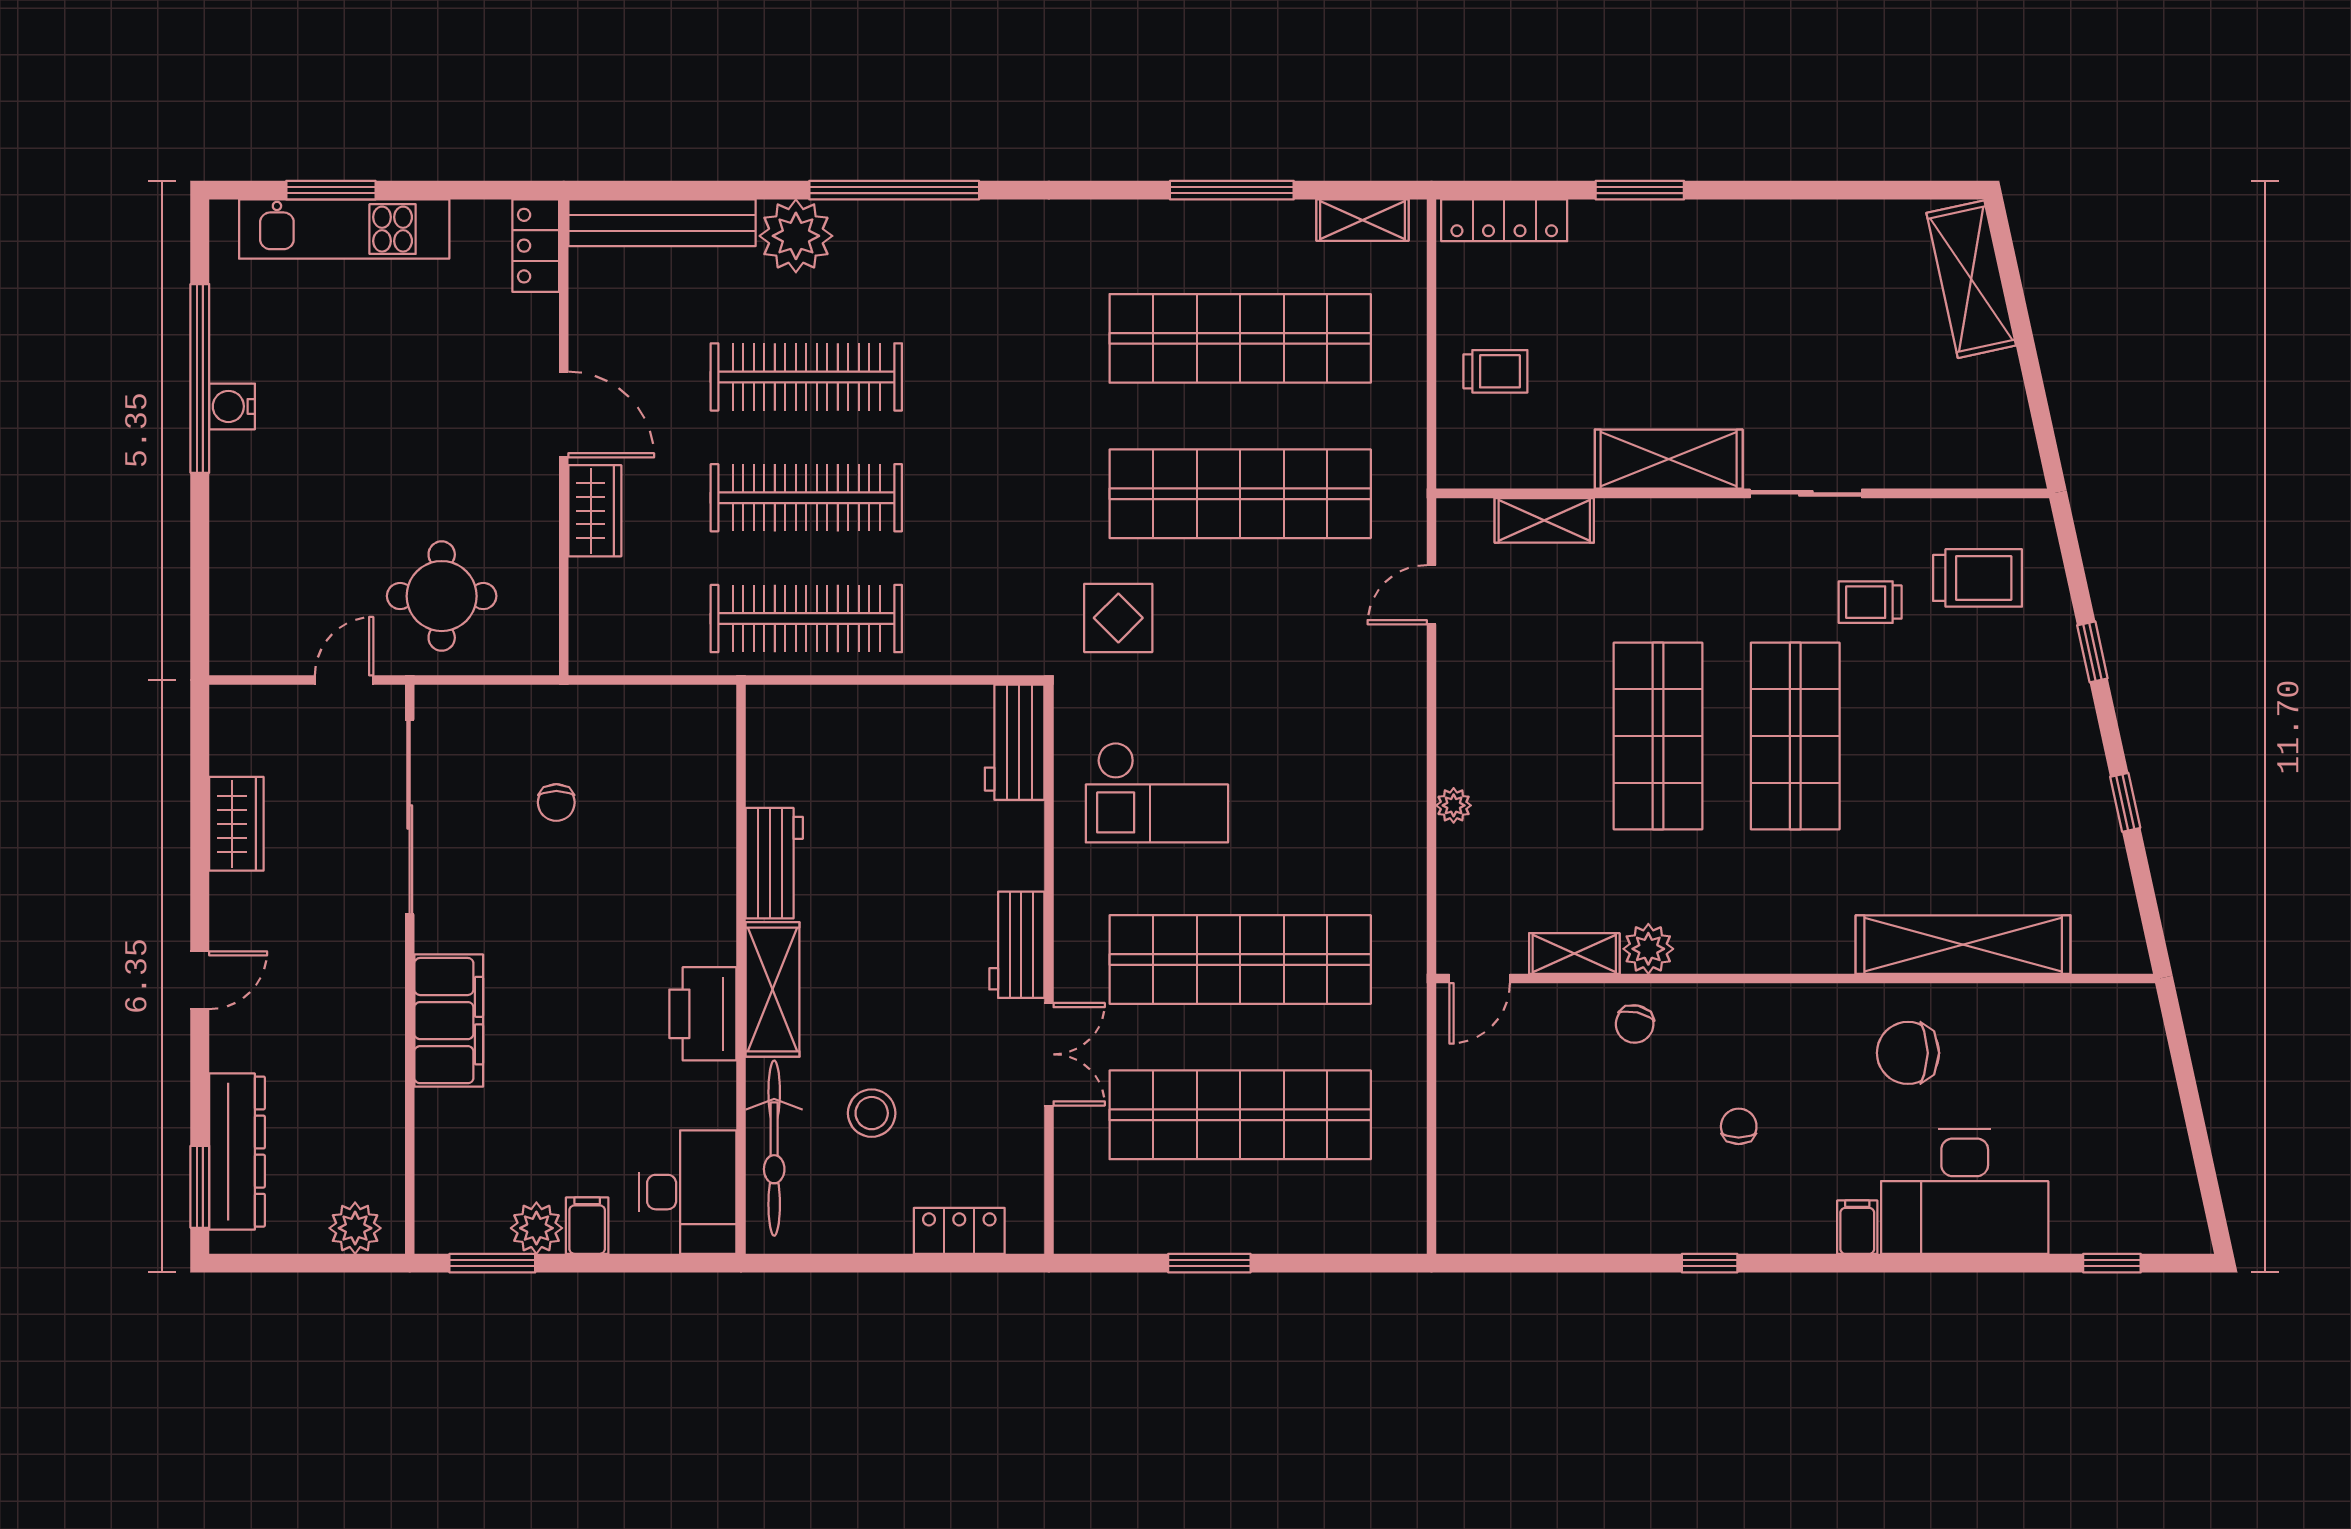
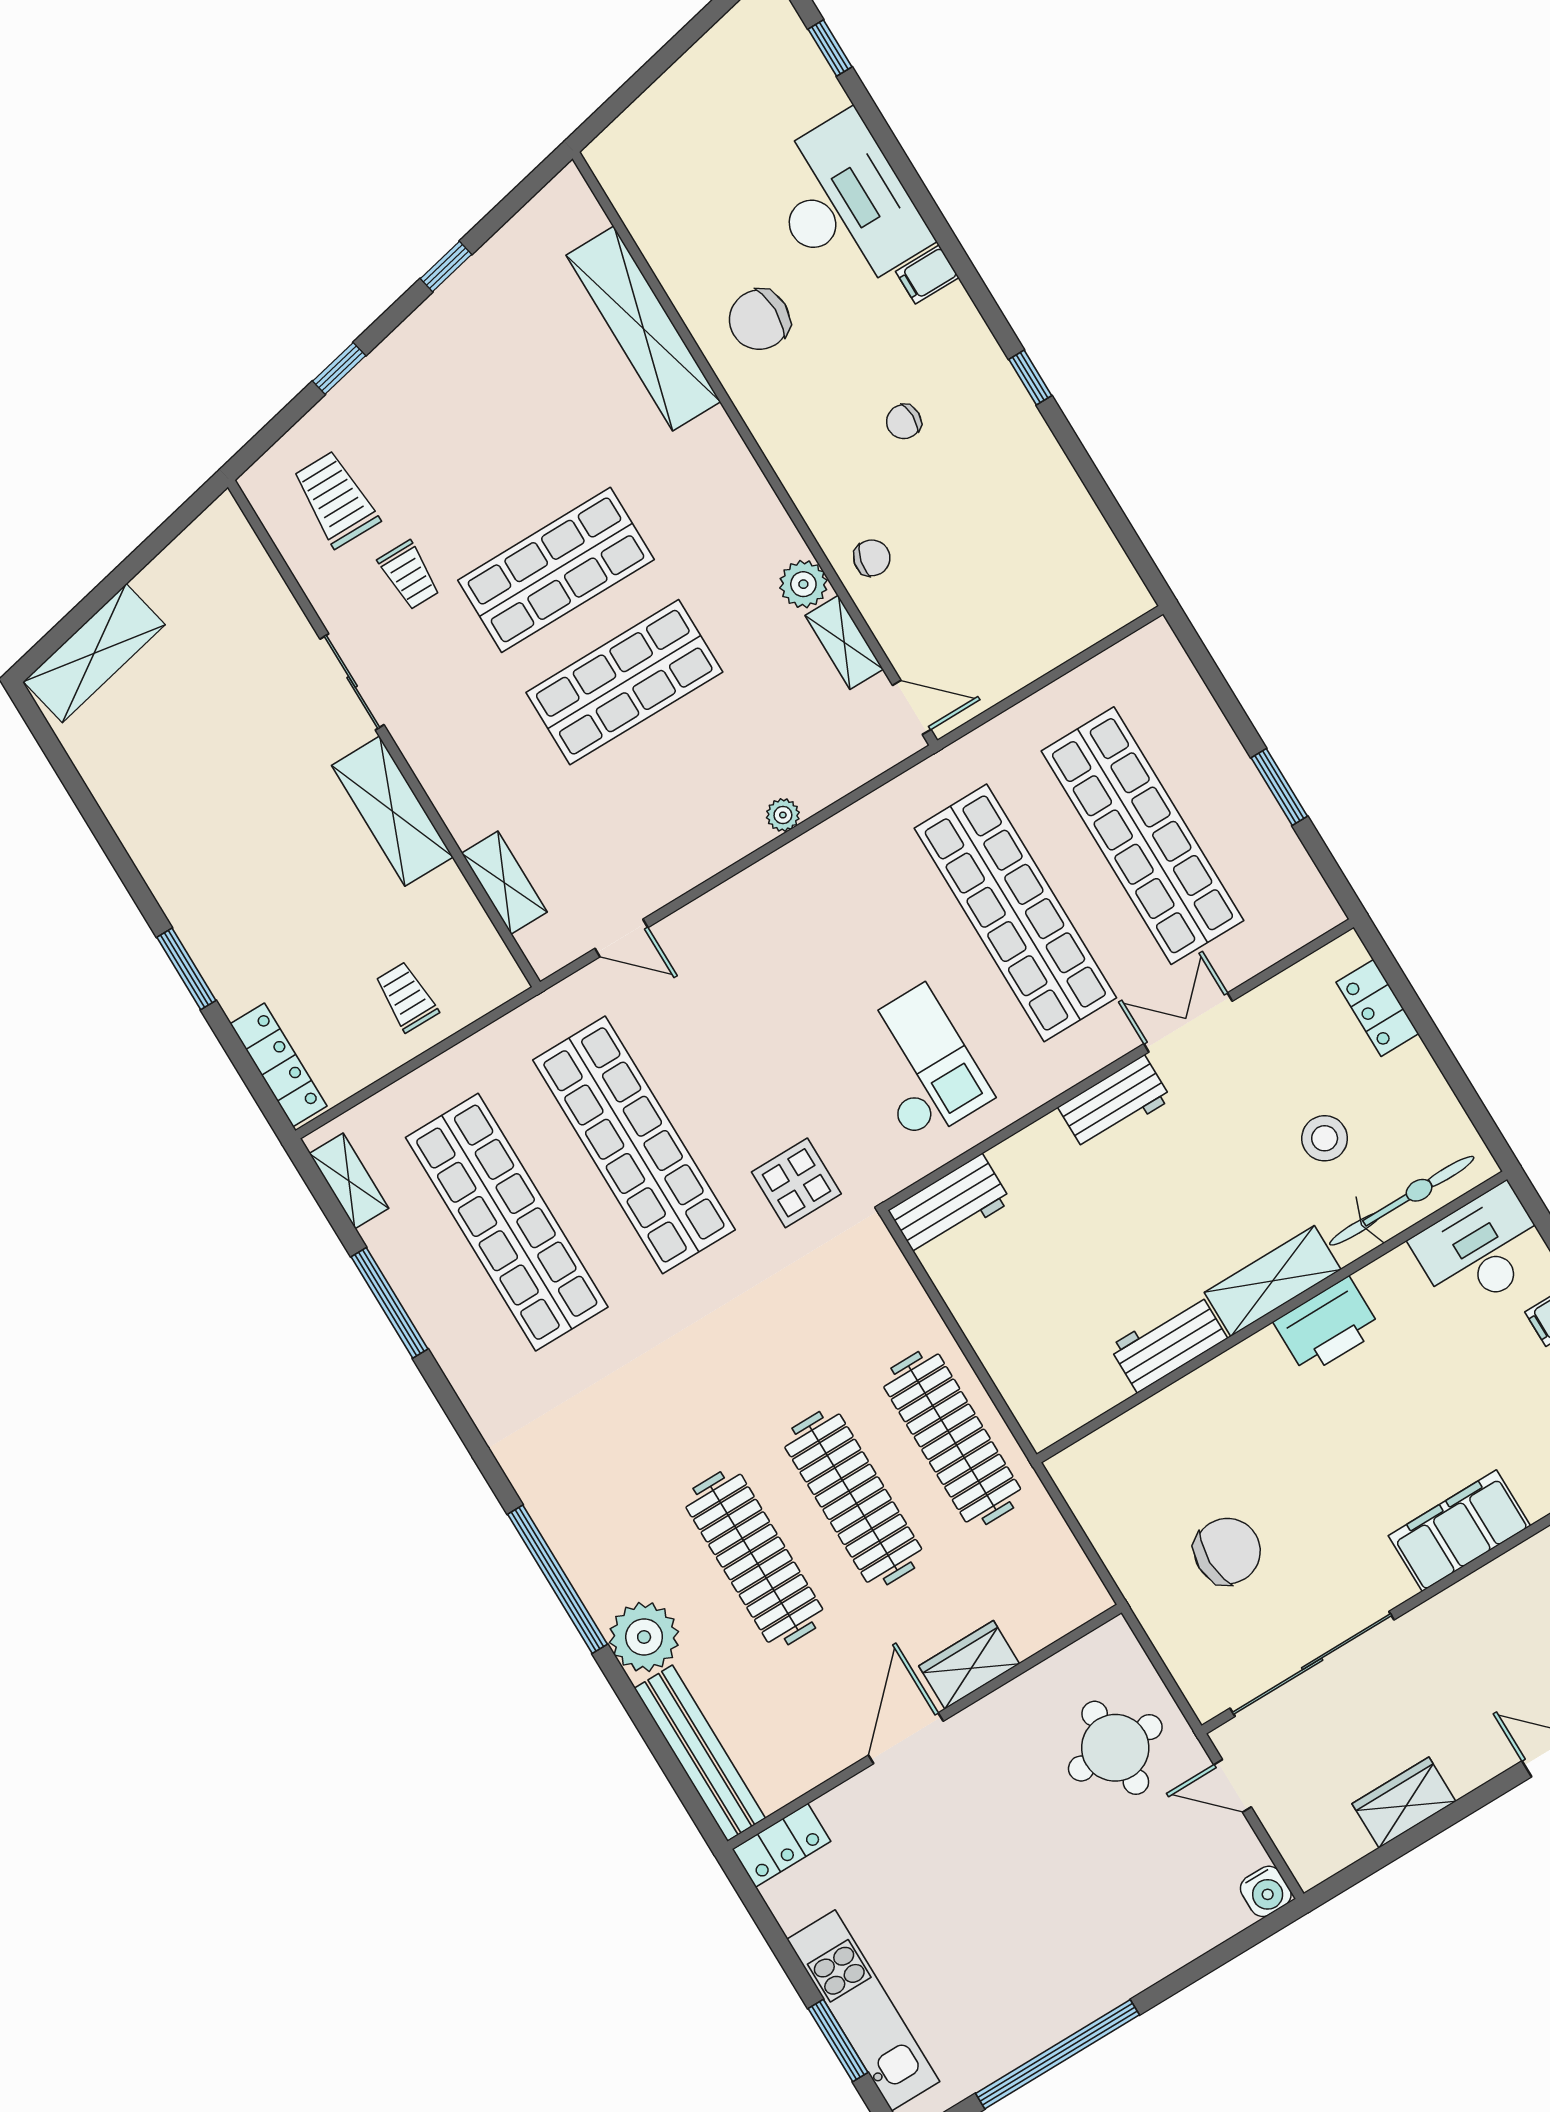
water cooler: (232, 406) -> (1266, 1891), moved
chair: (556, 803) -> (1227, 1551), width x1.87, depth x1.87
chair: (1908, 1053) -> (759, 320), turned 90

